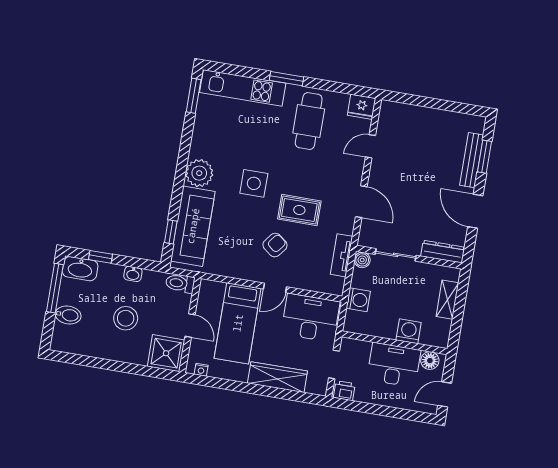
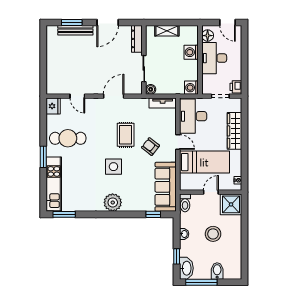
sofa: (193, 226) -> (166, 187), moved, turned -90
tv unit: (341, 255) -> (163, 103), moved
washing machine: (358, 300) -> (191, 88), moved, turned -90

